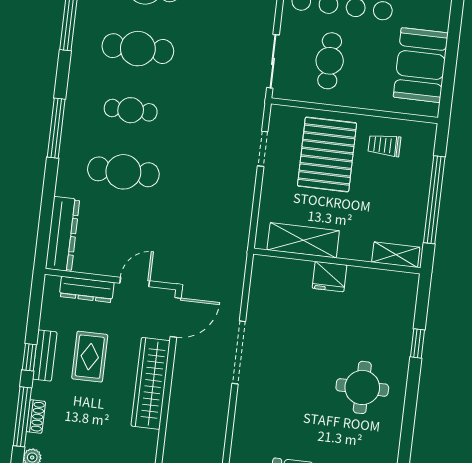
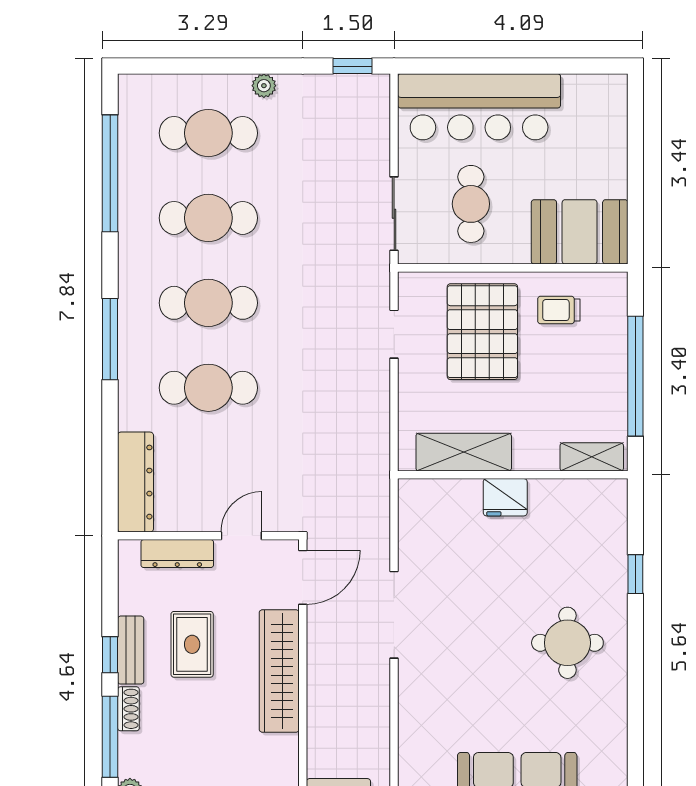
booth: (421, 65) -> (580, 232), moved, turned 90
cafe table: (131, 110) -> (208, 303), width x1.37, depth x1.35
shoe rack: (36, 416) -> (128, 709), moved

